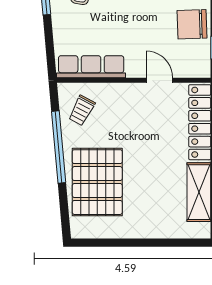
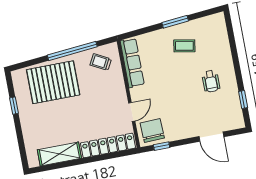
chair: (192, 24) -> (152, 130), moved
window: (119, 243) -> (14, 106), added

